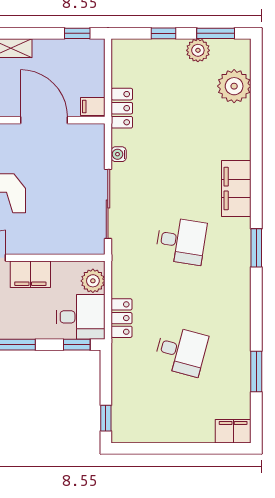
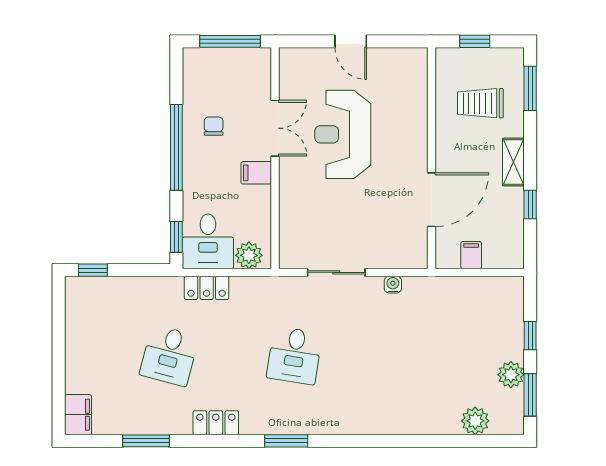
window: (77, 33) -> (530, 204), moved
plant: (234, 86) -> (475, 421), width x0.73, depth x0.73
filing cabinet: (93, 107) -> (471, 255), moved
locker: (122, 108) -> (216, 423), moved, turned 180
filing cabinet: (236, 189) -> (354, 418), removed
sliding door: (108, 204) -> (336, 272), width x0.73
filing cabinet: (30, 274) -> (256, 173), width x0.50

